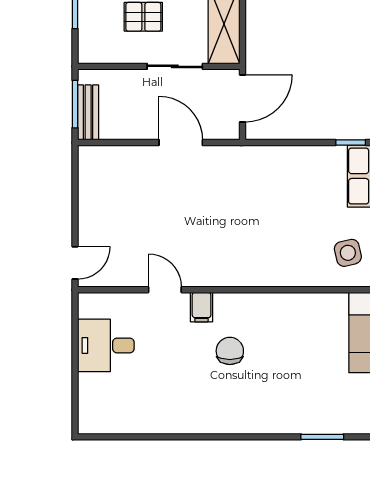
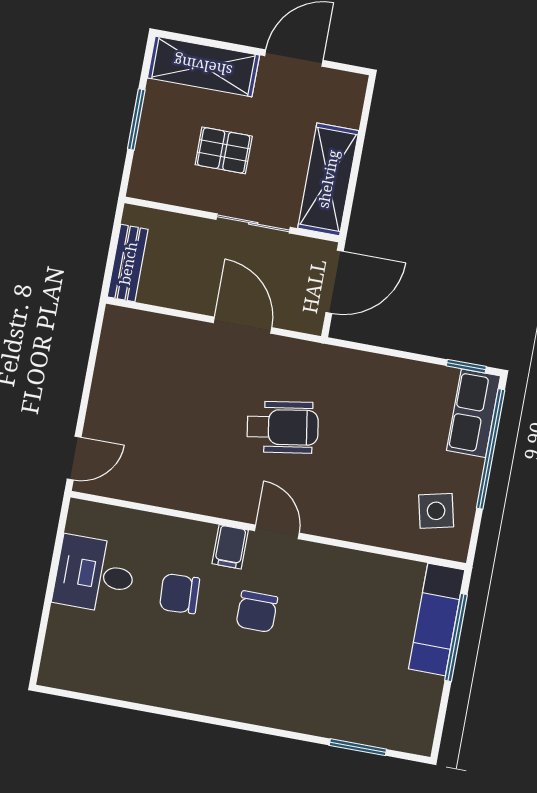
window: (75, 104) -> (113, 249), removed
wheelchair: (224, 212) -> (283, 427), added
door: (165, 290) -> (277, 532), moved
chair: (171, 348) -> (180, 594), added
chair: (230, 351) -> (257, 612), turned 180

